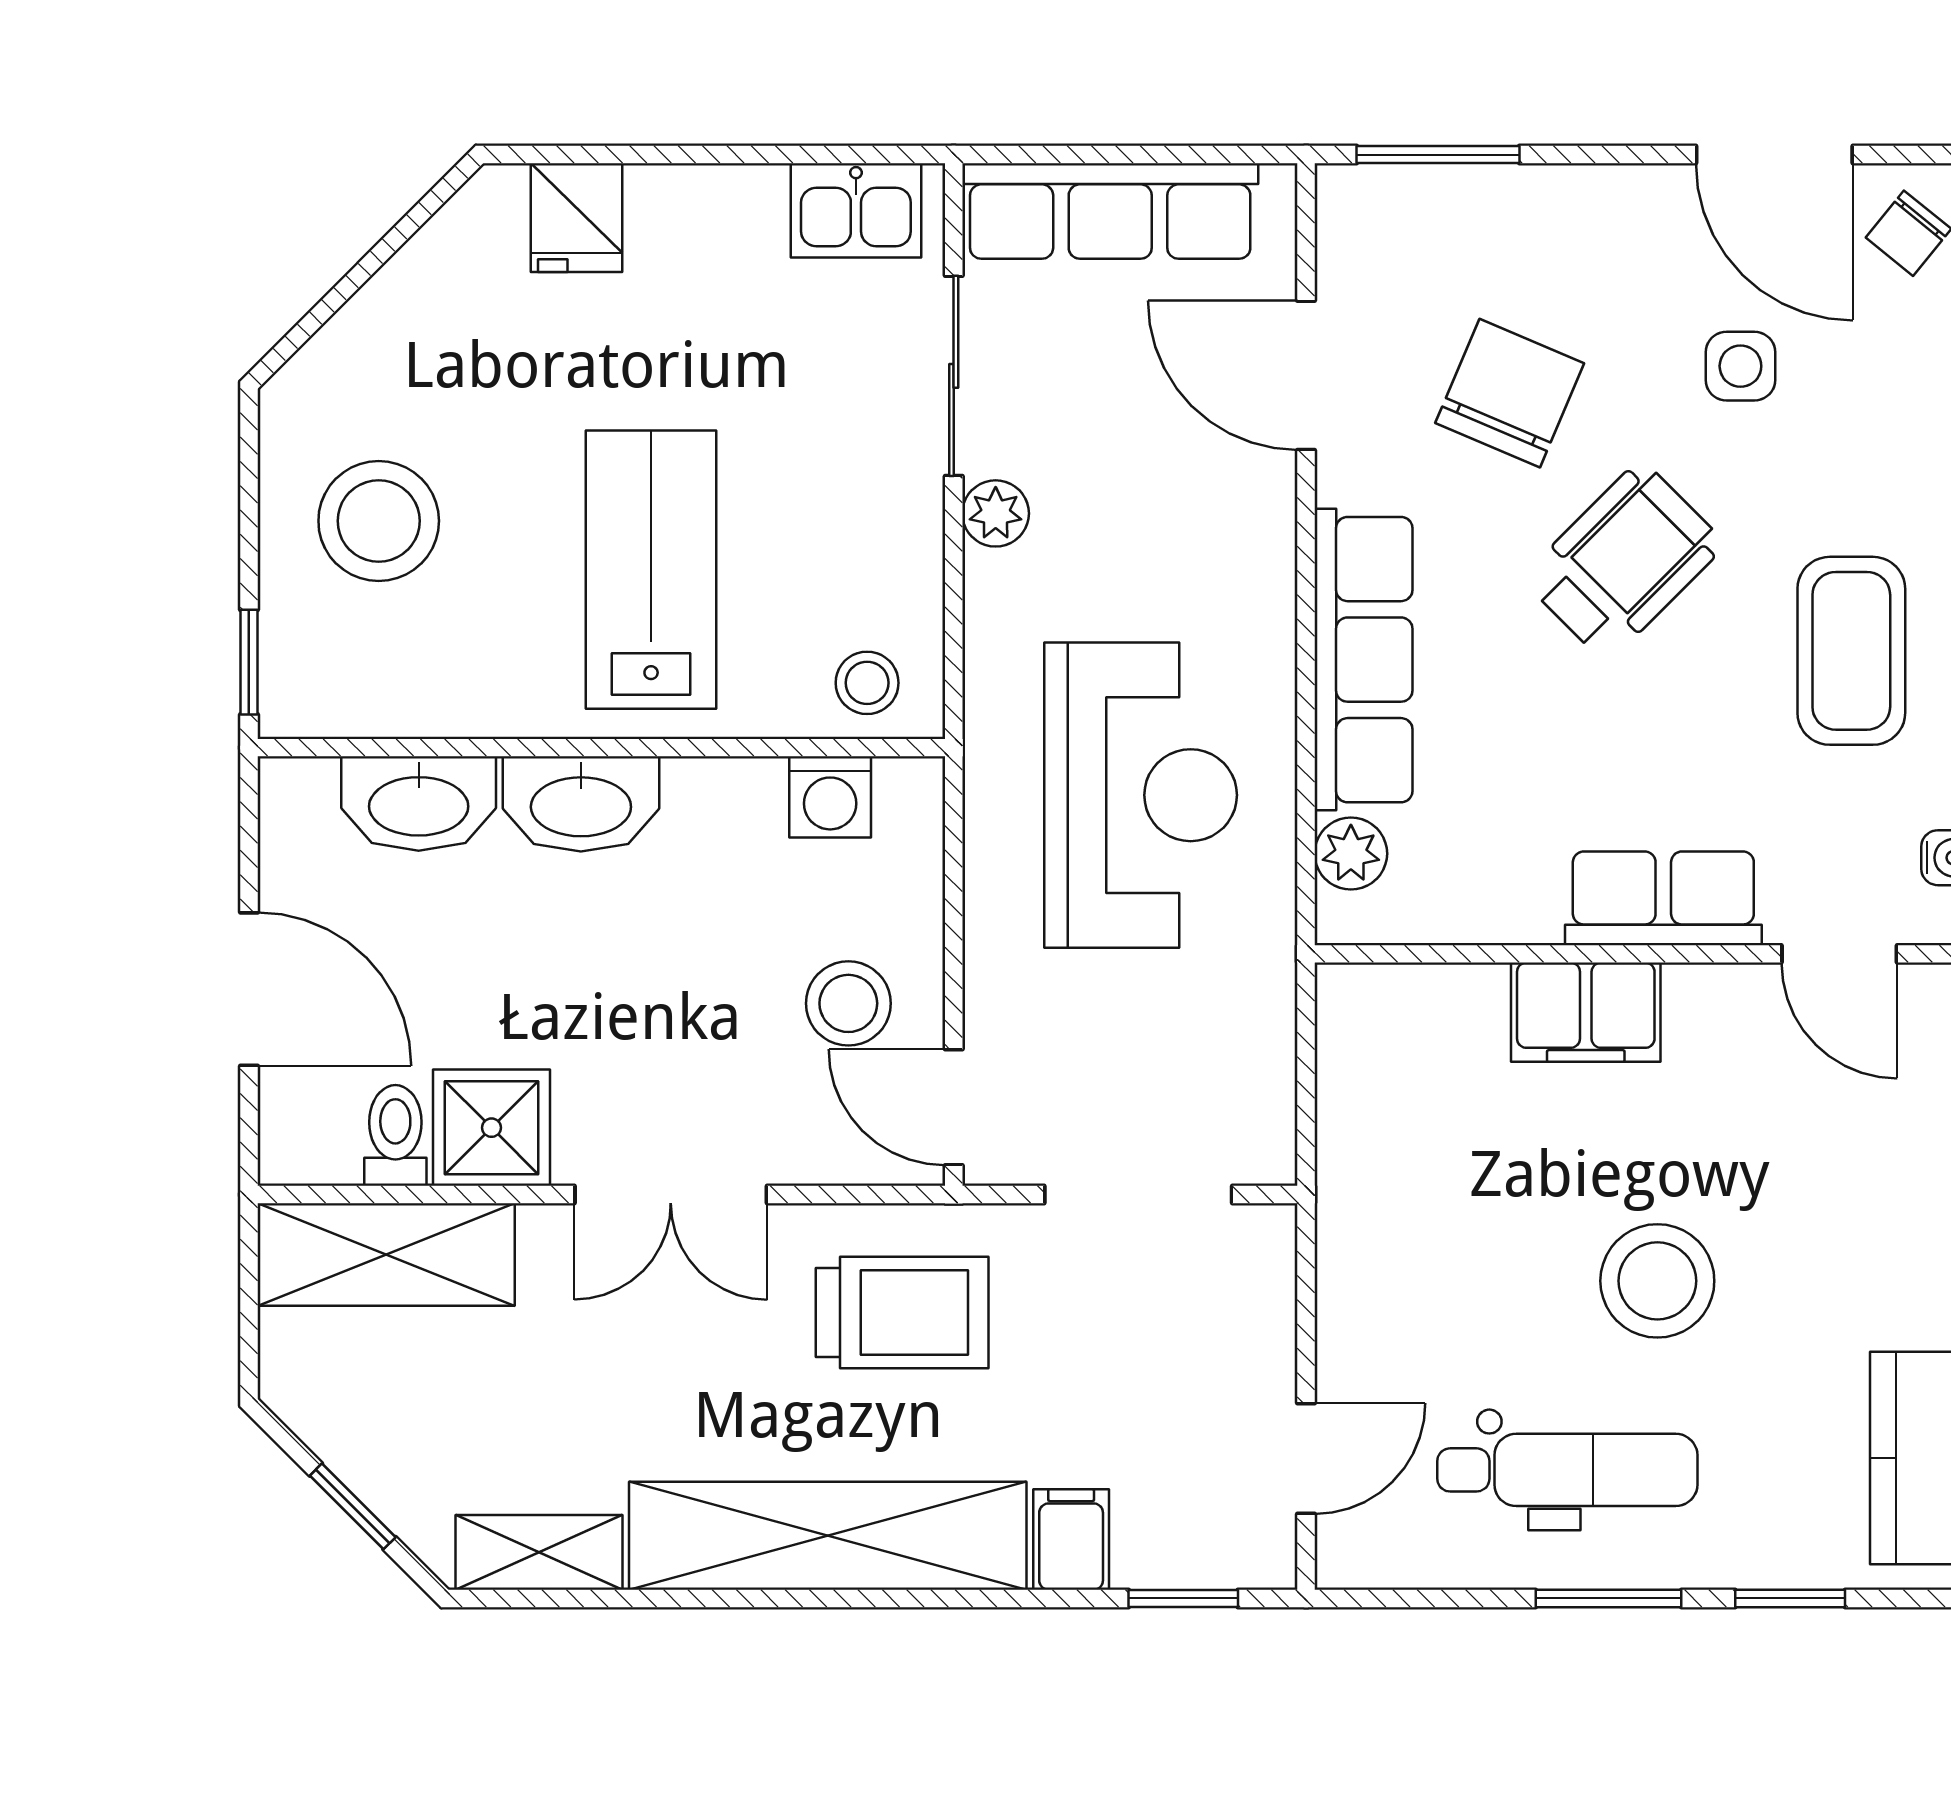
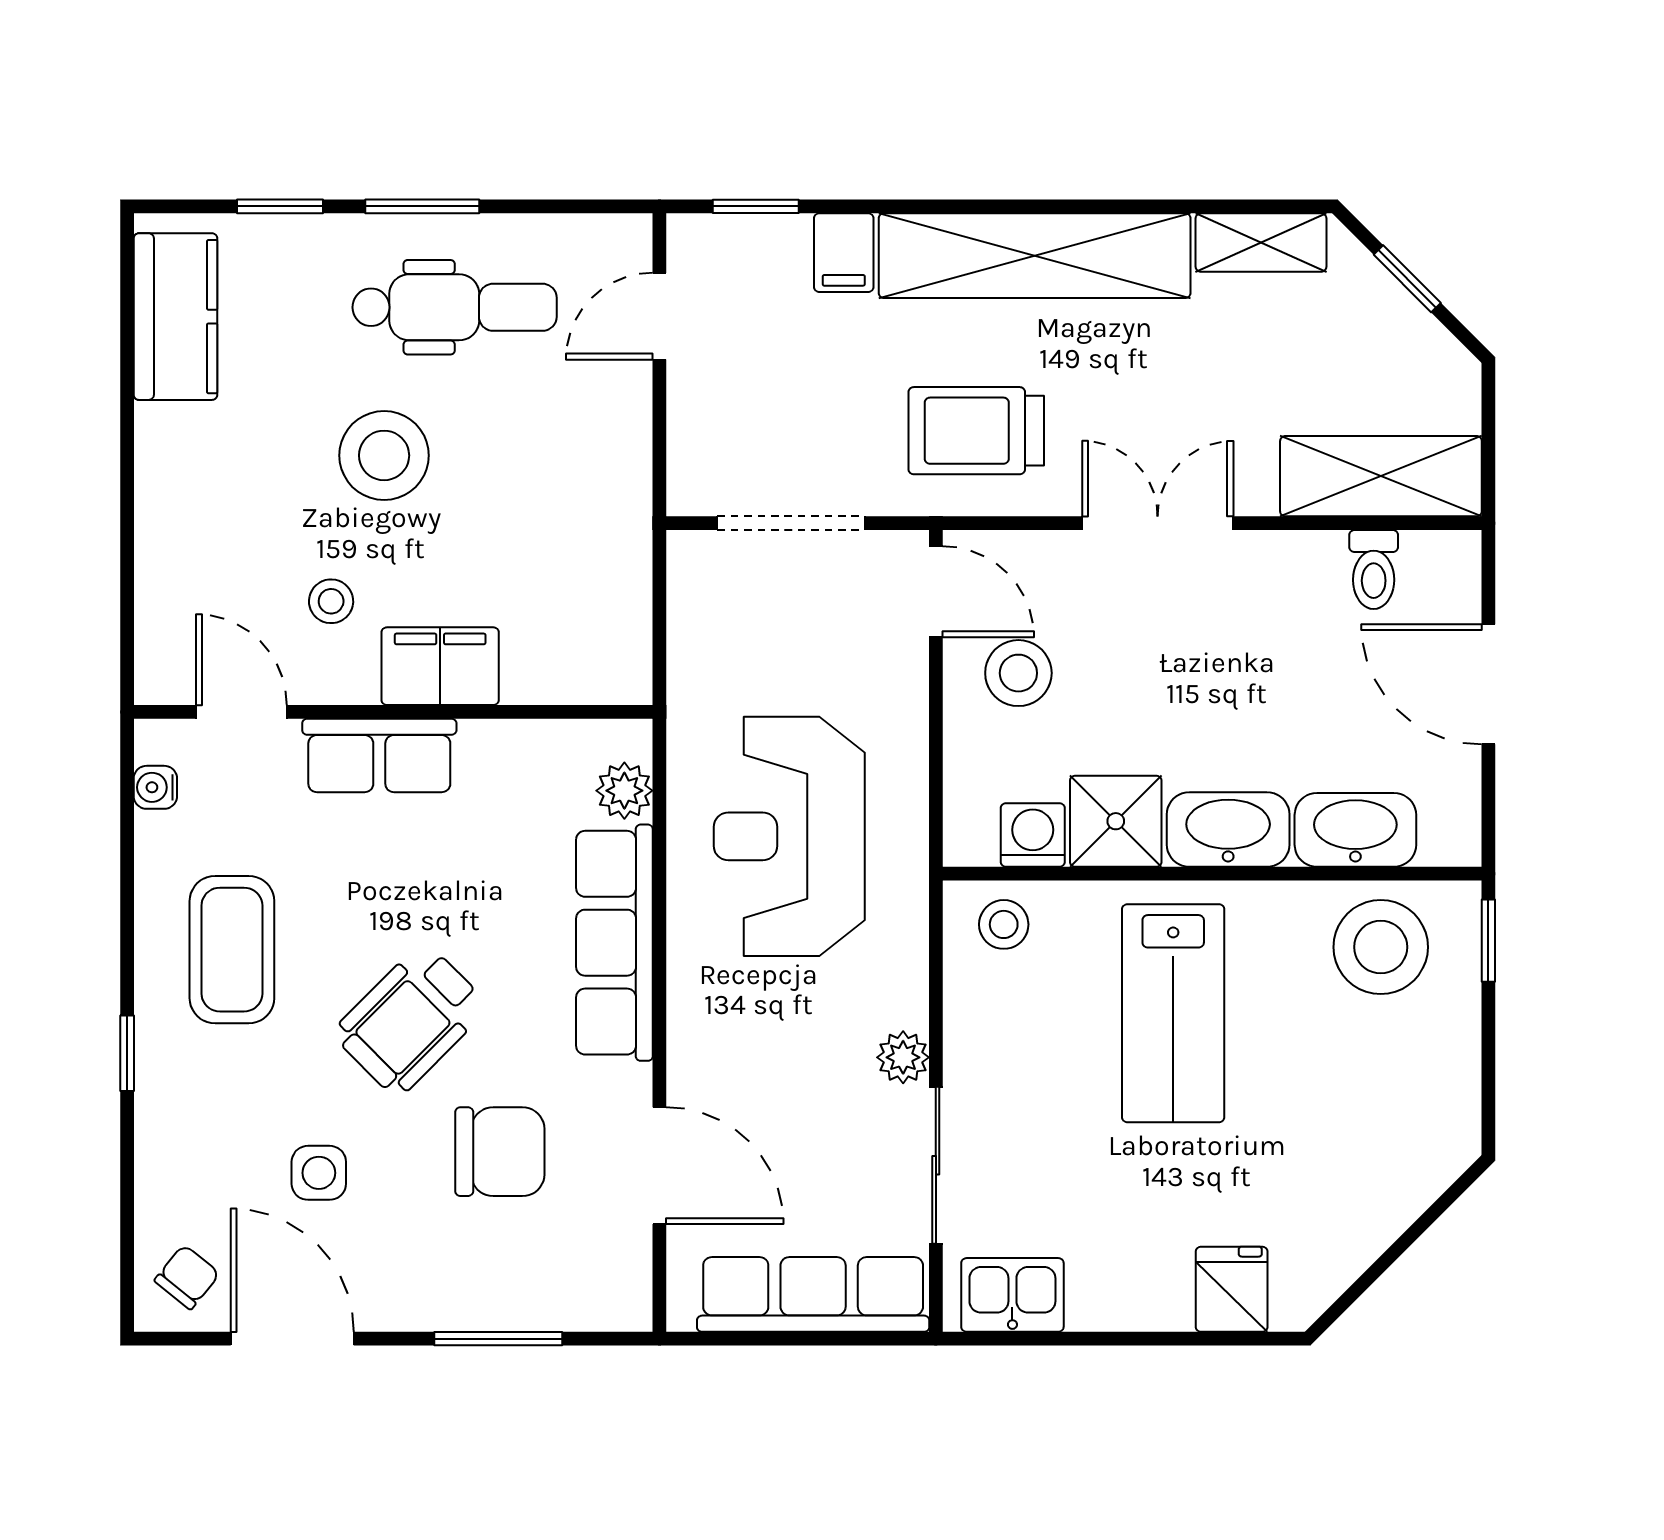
window: (1438, 155) -> (498, 1339), moved
chair: (1510, 393) -> (500, 1152), turned -113
stool: (379, 521) -> (1381, 947), moved
stool: (1725, 1095) -> (331, 601), added
shower: (492, 1128) -> (1116, 821), moved
dental chair: (1567, 1470) -> (455, 307), turned 180

